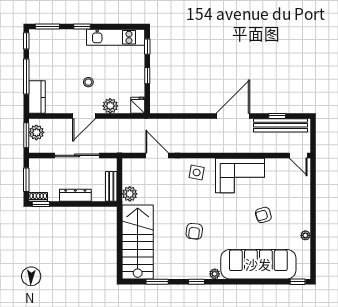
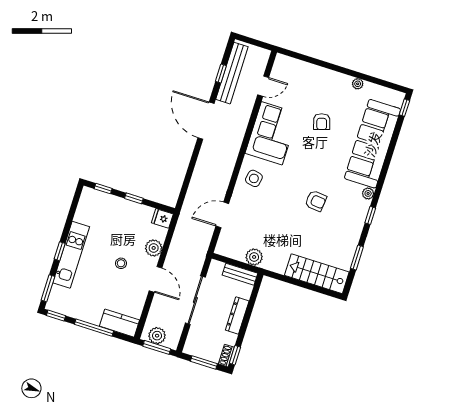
kitchen unit: (116, 37) -> (71, 255), moved
door: (298, 155) -> (263, 86), moved
stairs: (138, 242) -> (317, 274), width x0.73, depth x0.66

